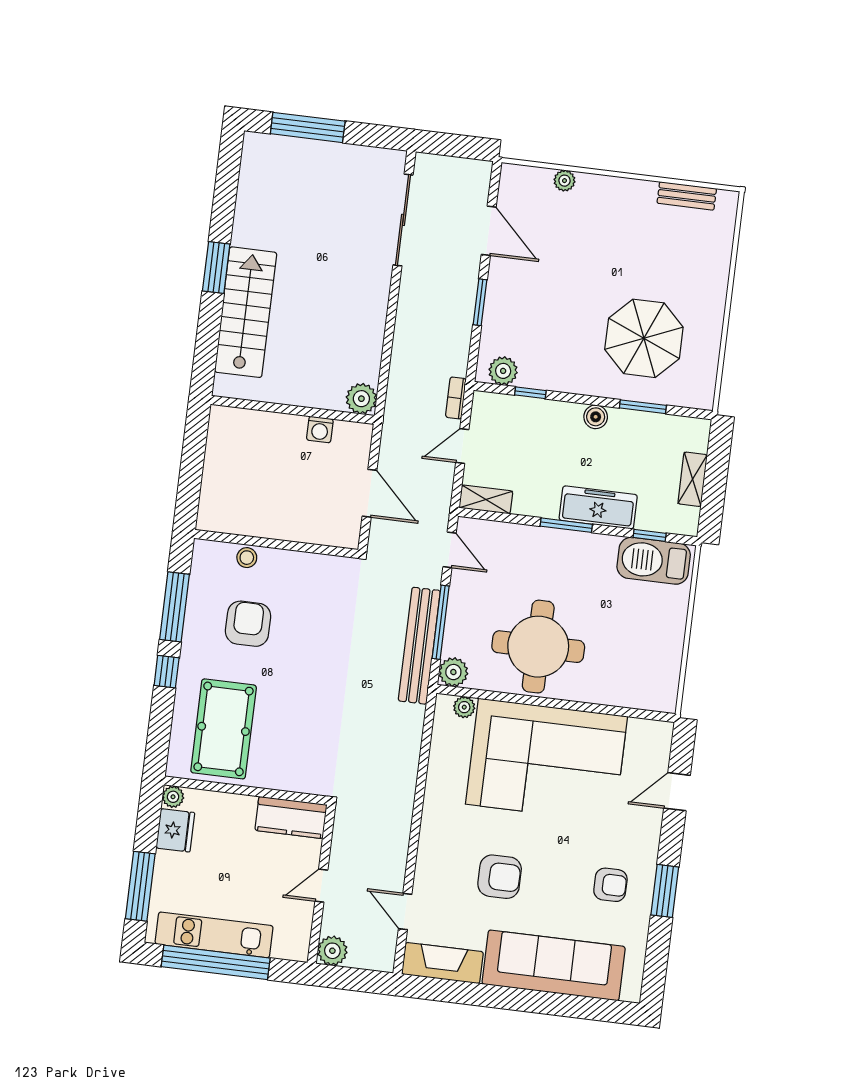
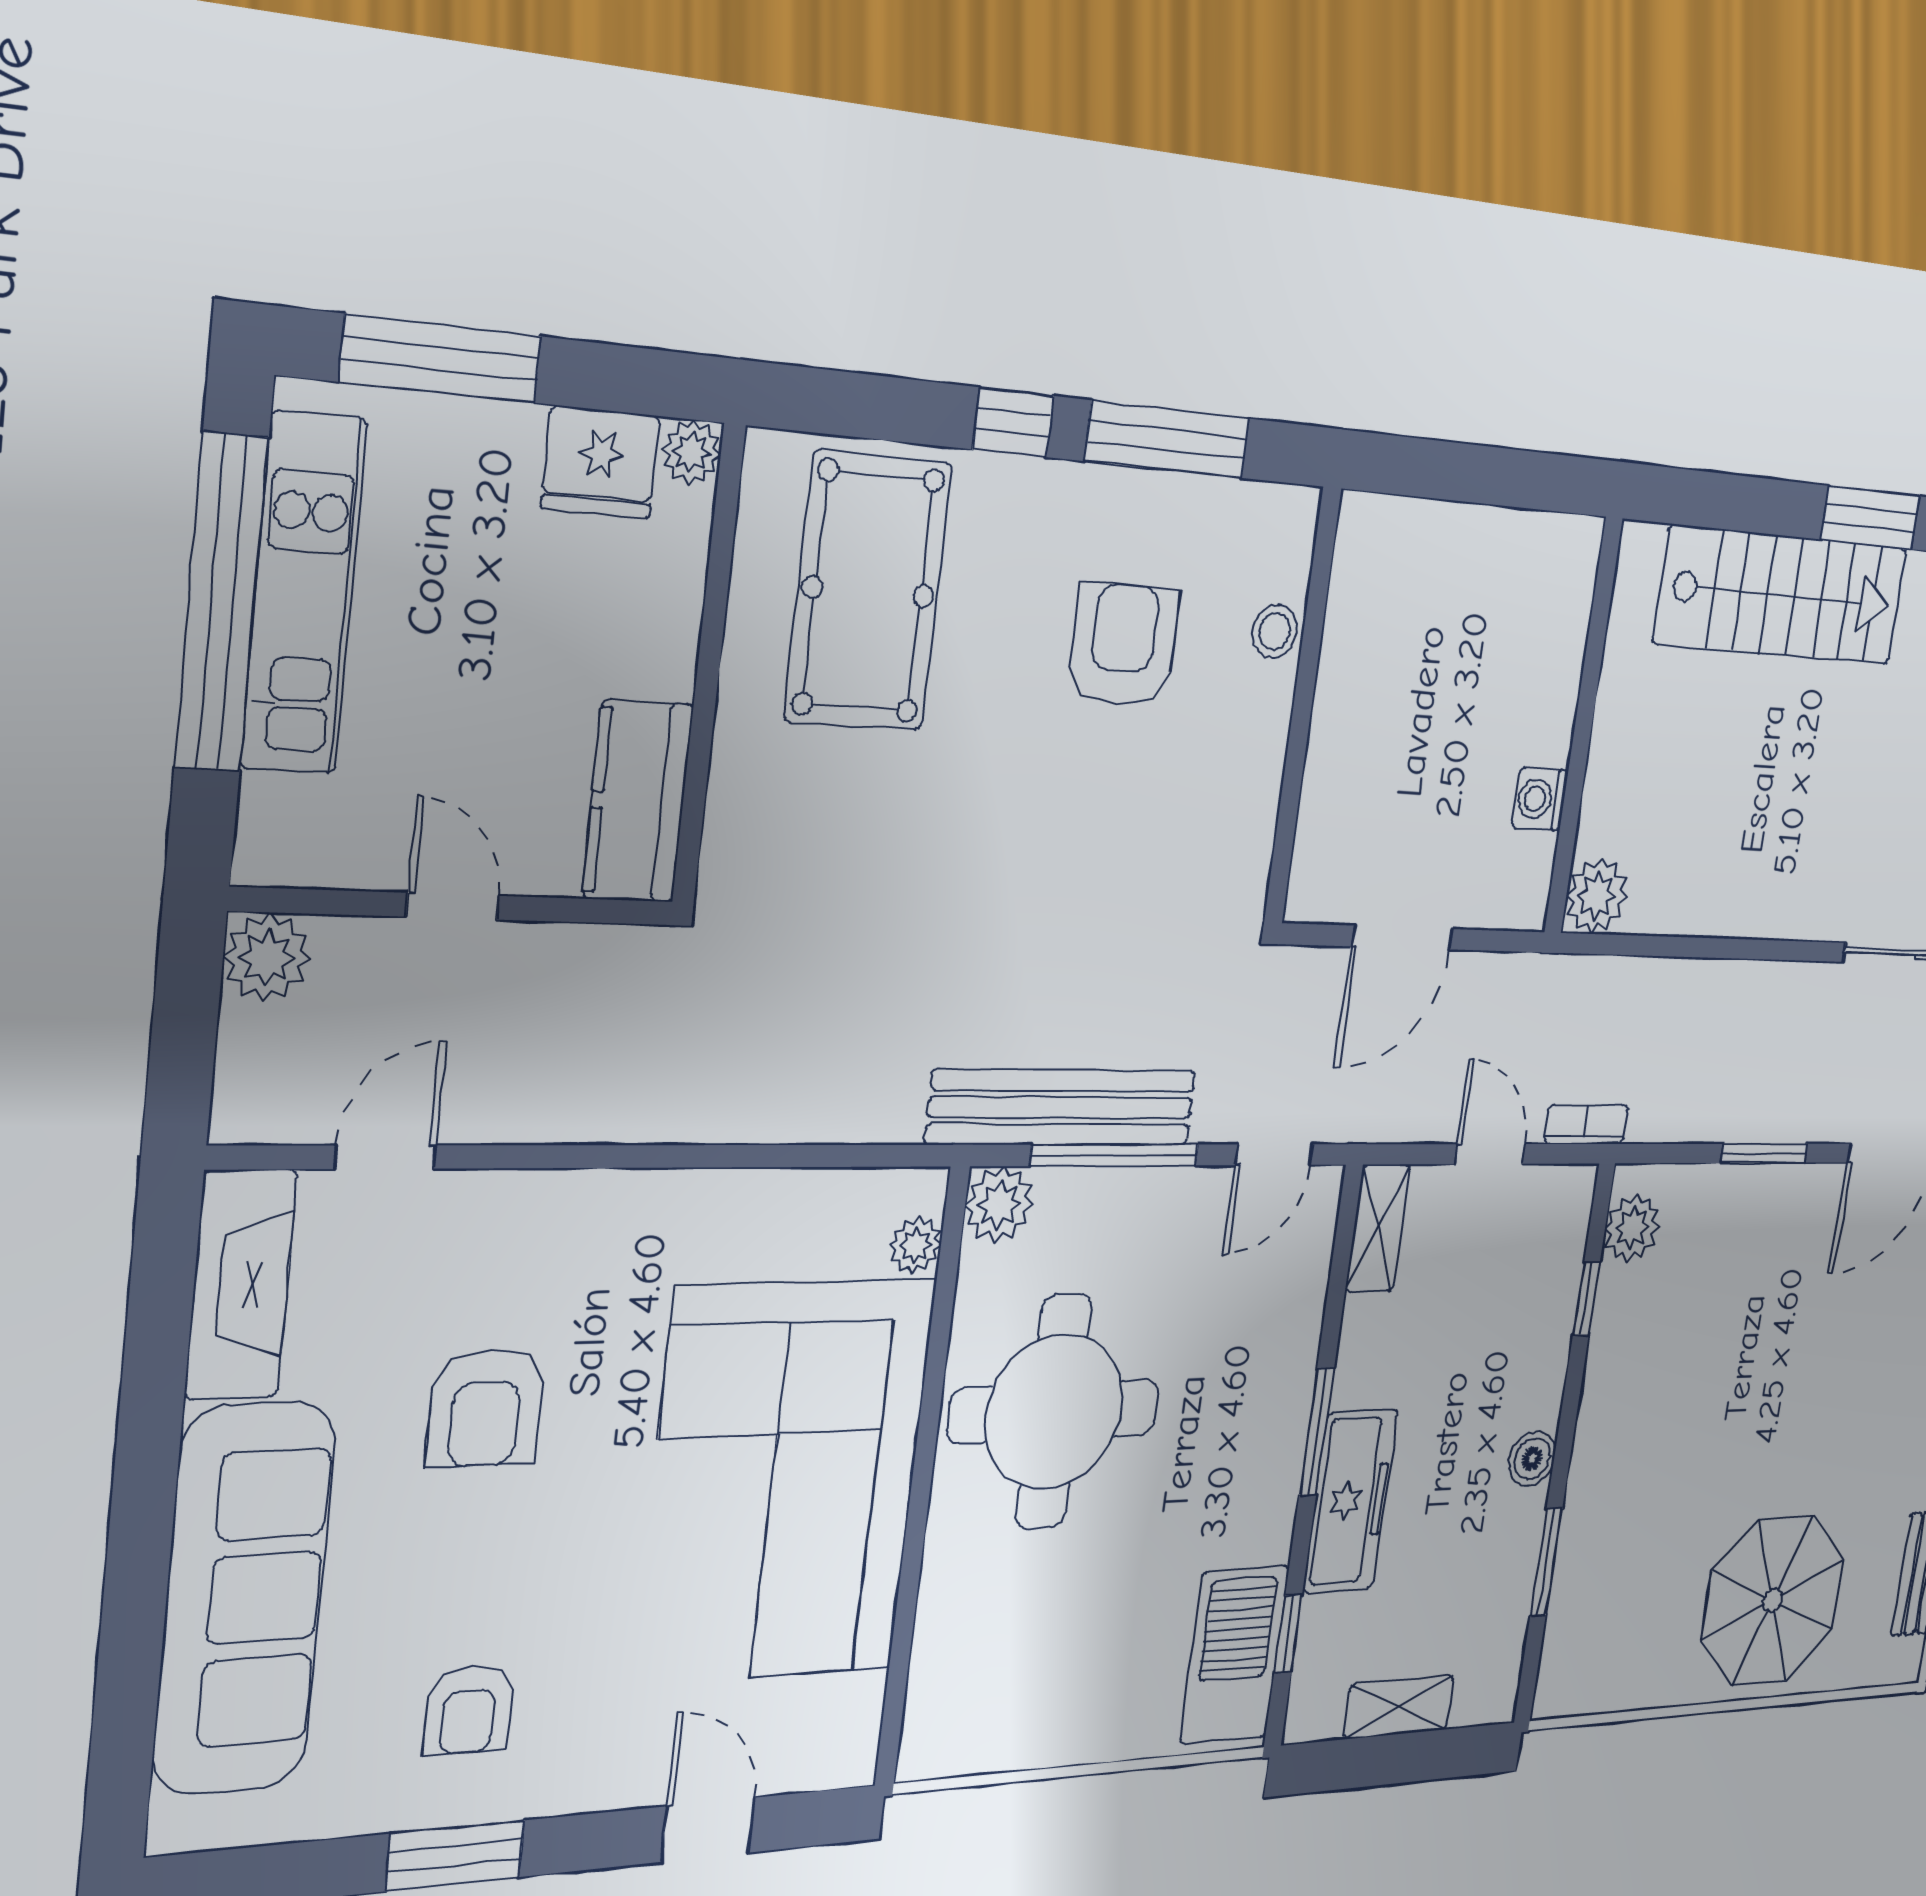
parasol: (644, 338) -> (1772, 1600), moved
armchair: (248, 624) -> (1123, 645), turned -90
pool table: (224, 729) -> (868, 592), turned 90

